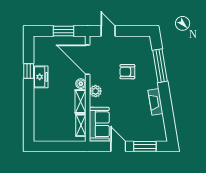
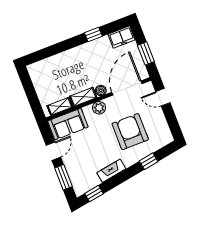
door: (108, 31) -> (163, 97), swing flipped
window: (160, 66) -> (149, 161), width x0.46
armchair: (127, 72) -> (130, 132), width x1.88, depth x1.88
freezer: (41, 77) -> (122, 37), moved
window: (170, 125) -> (94, 194), added

